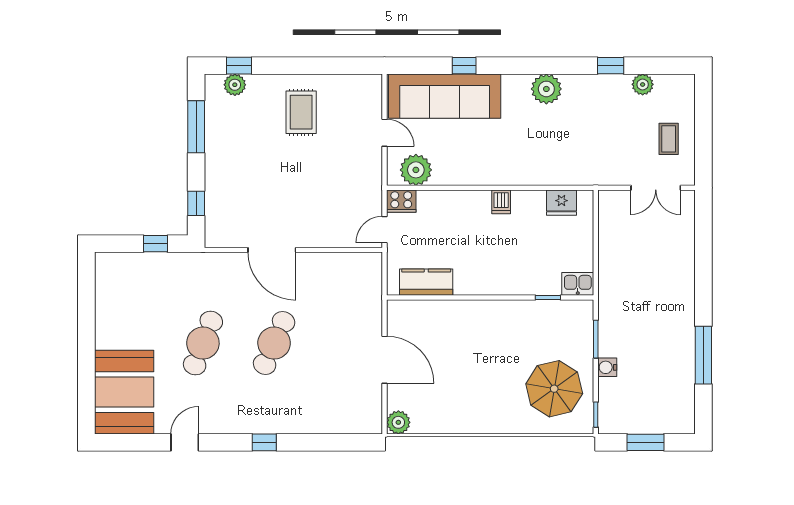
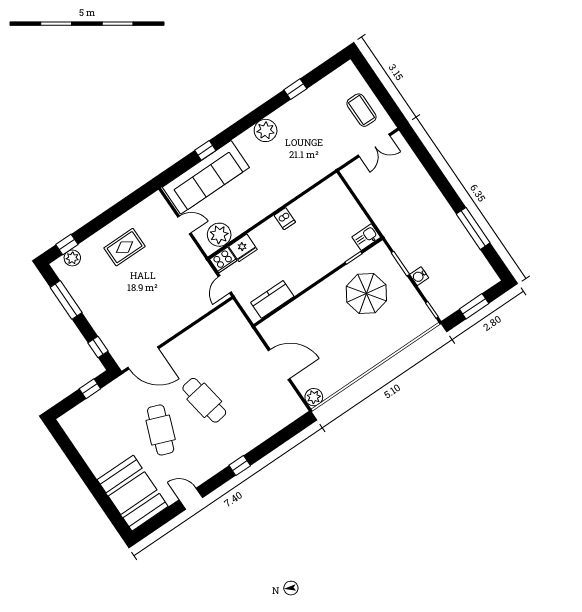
plant: (643, 84) -> (323, 88), removed
rug: (301, 112) -> (125, 247), turned 90
coffee table: (669, 139) -> (361, 110), width x1.36, depth x1.30
fridge: (562, 203) -> (243, 248), moved
door: (272, 250) -> (143, 358), moved
cafe table: (274, 343) -> (204, 400), turned -33
parasol: (554, 389) -> (366, 294), moved
door: (185, 442) -> (191, 499), hinge flipped

